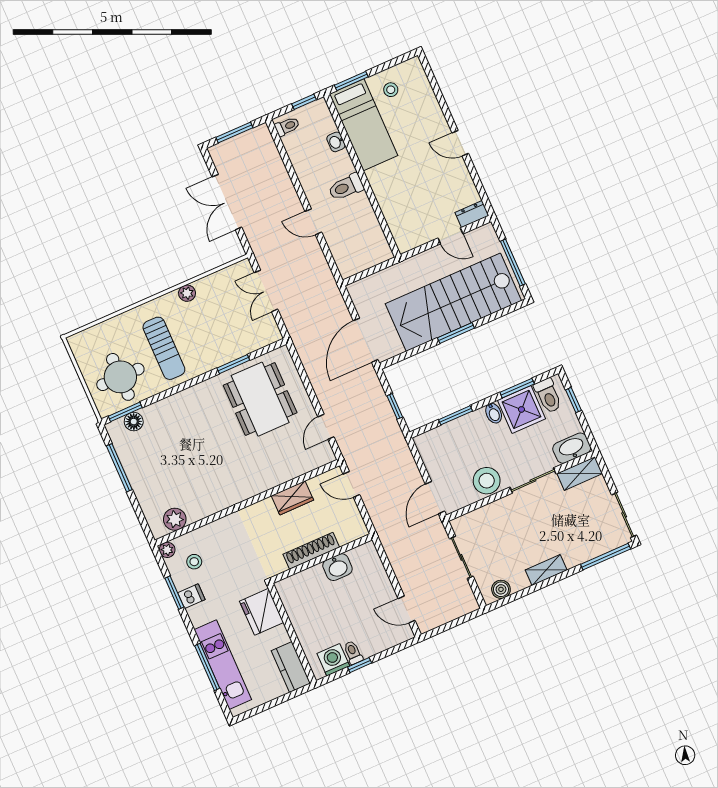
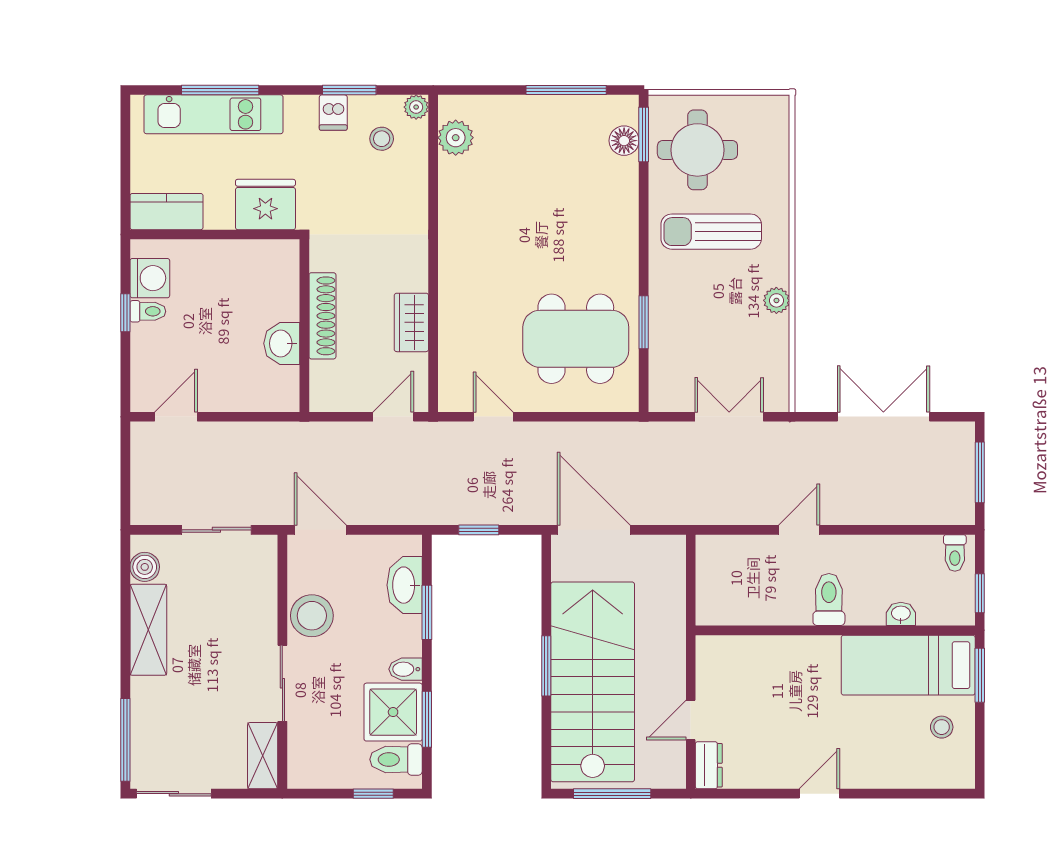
washbasin: (572, 448) -> (405, 585), moved, turned 180
shelving: (546, 570) -> (148, 630), width x1.50, depth x1.33

